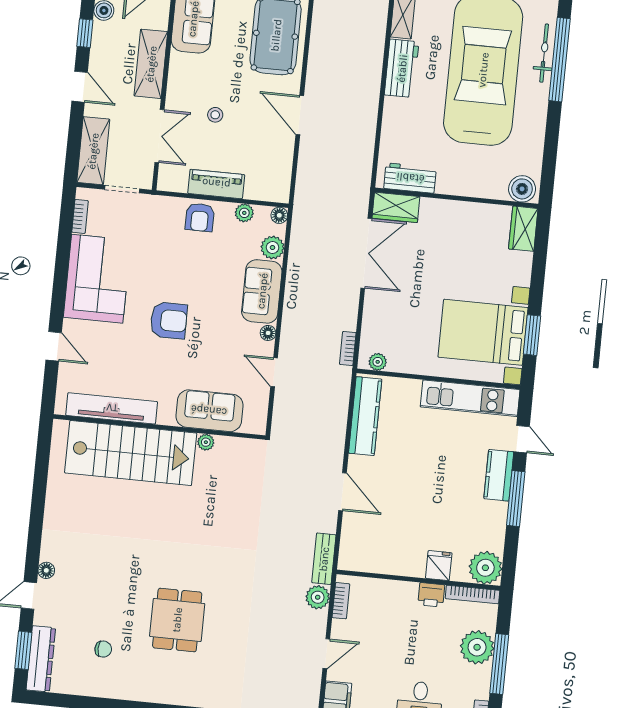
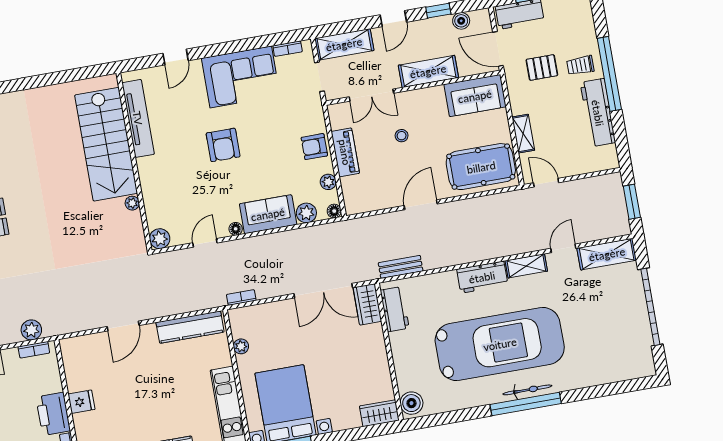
plant: (378, 362) -> (241, 346), moved
sofa: (209, 411) -> (159, 199), removed
plant: (255, 422) -> (160, 239), added
bench: (324, 559) -> (401, 267), moved
fridge: (439, 566) -> (81, 402), moved
printer: (431, 595) -> (53, 414), width x1.87, depth x1.48

